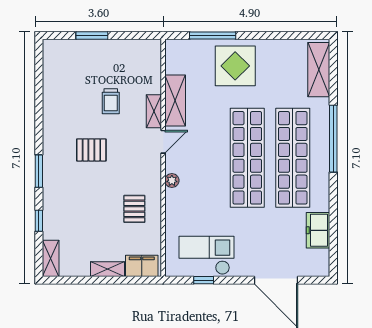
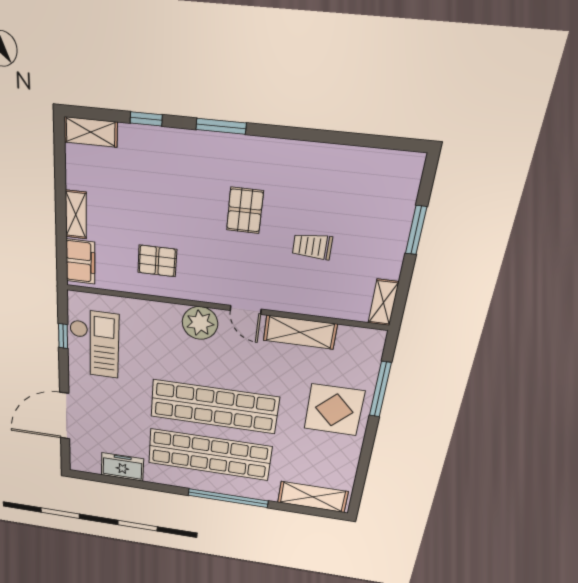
shelving: (154, 111) -> (383, 302), moved, turned 90
plant: (172, 181) -> (200, 323), width x1.88, depth x1.88

